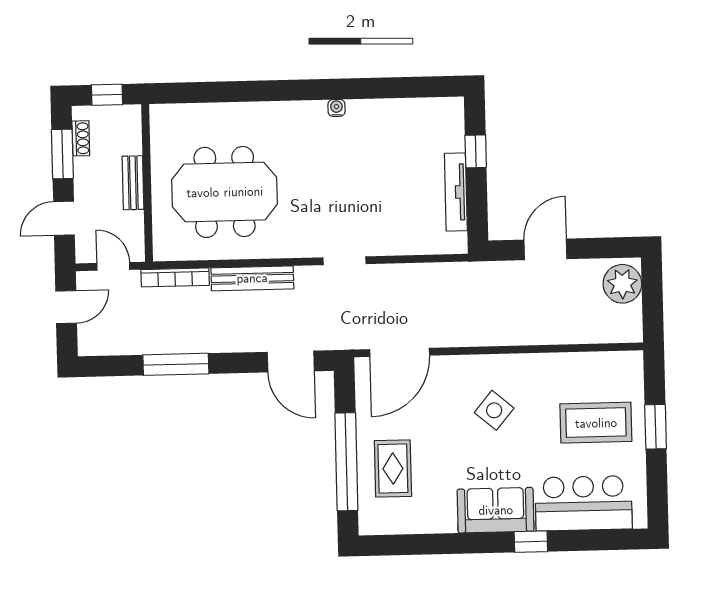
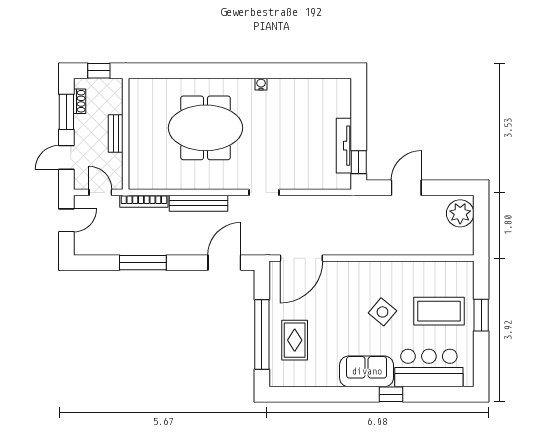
window: (476, 151) -> (359, 162), moved
meeting table: (225, 192) -> (206, 128), moved
door: (291, 362) -> (224, 263), swing flipped
side table: (494, 410) -> (382, 312), moved

